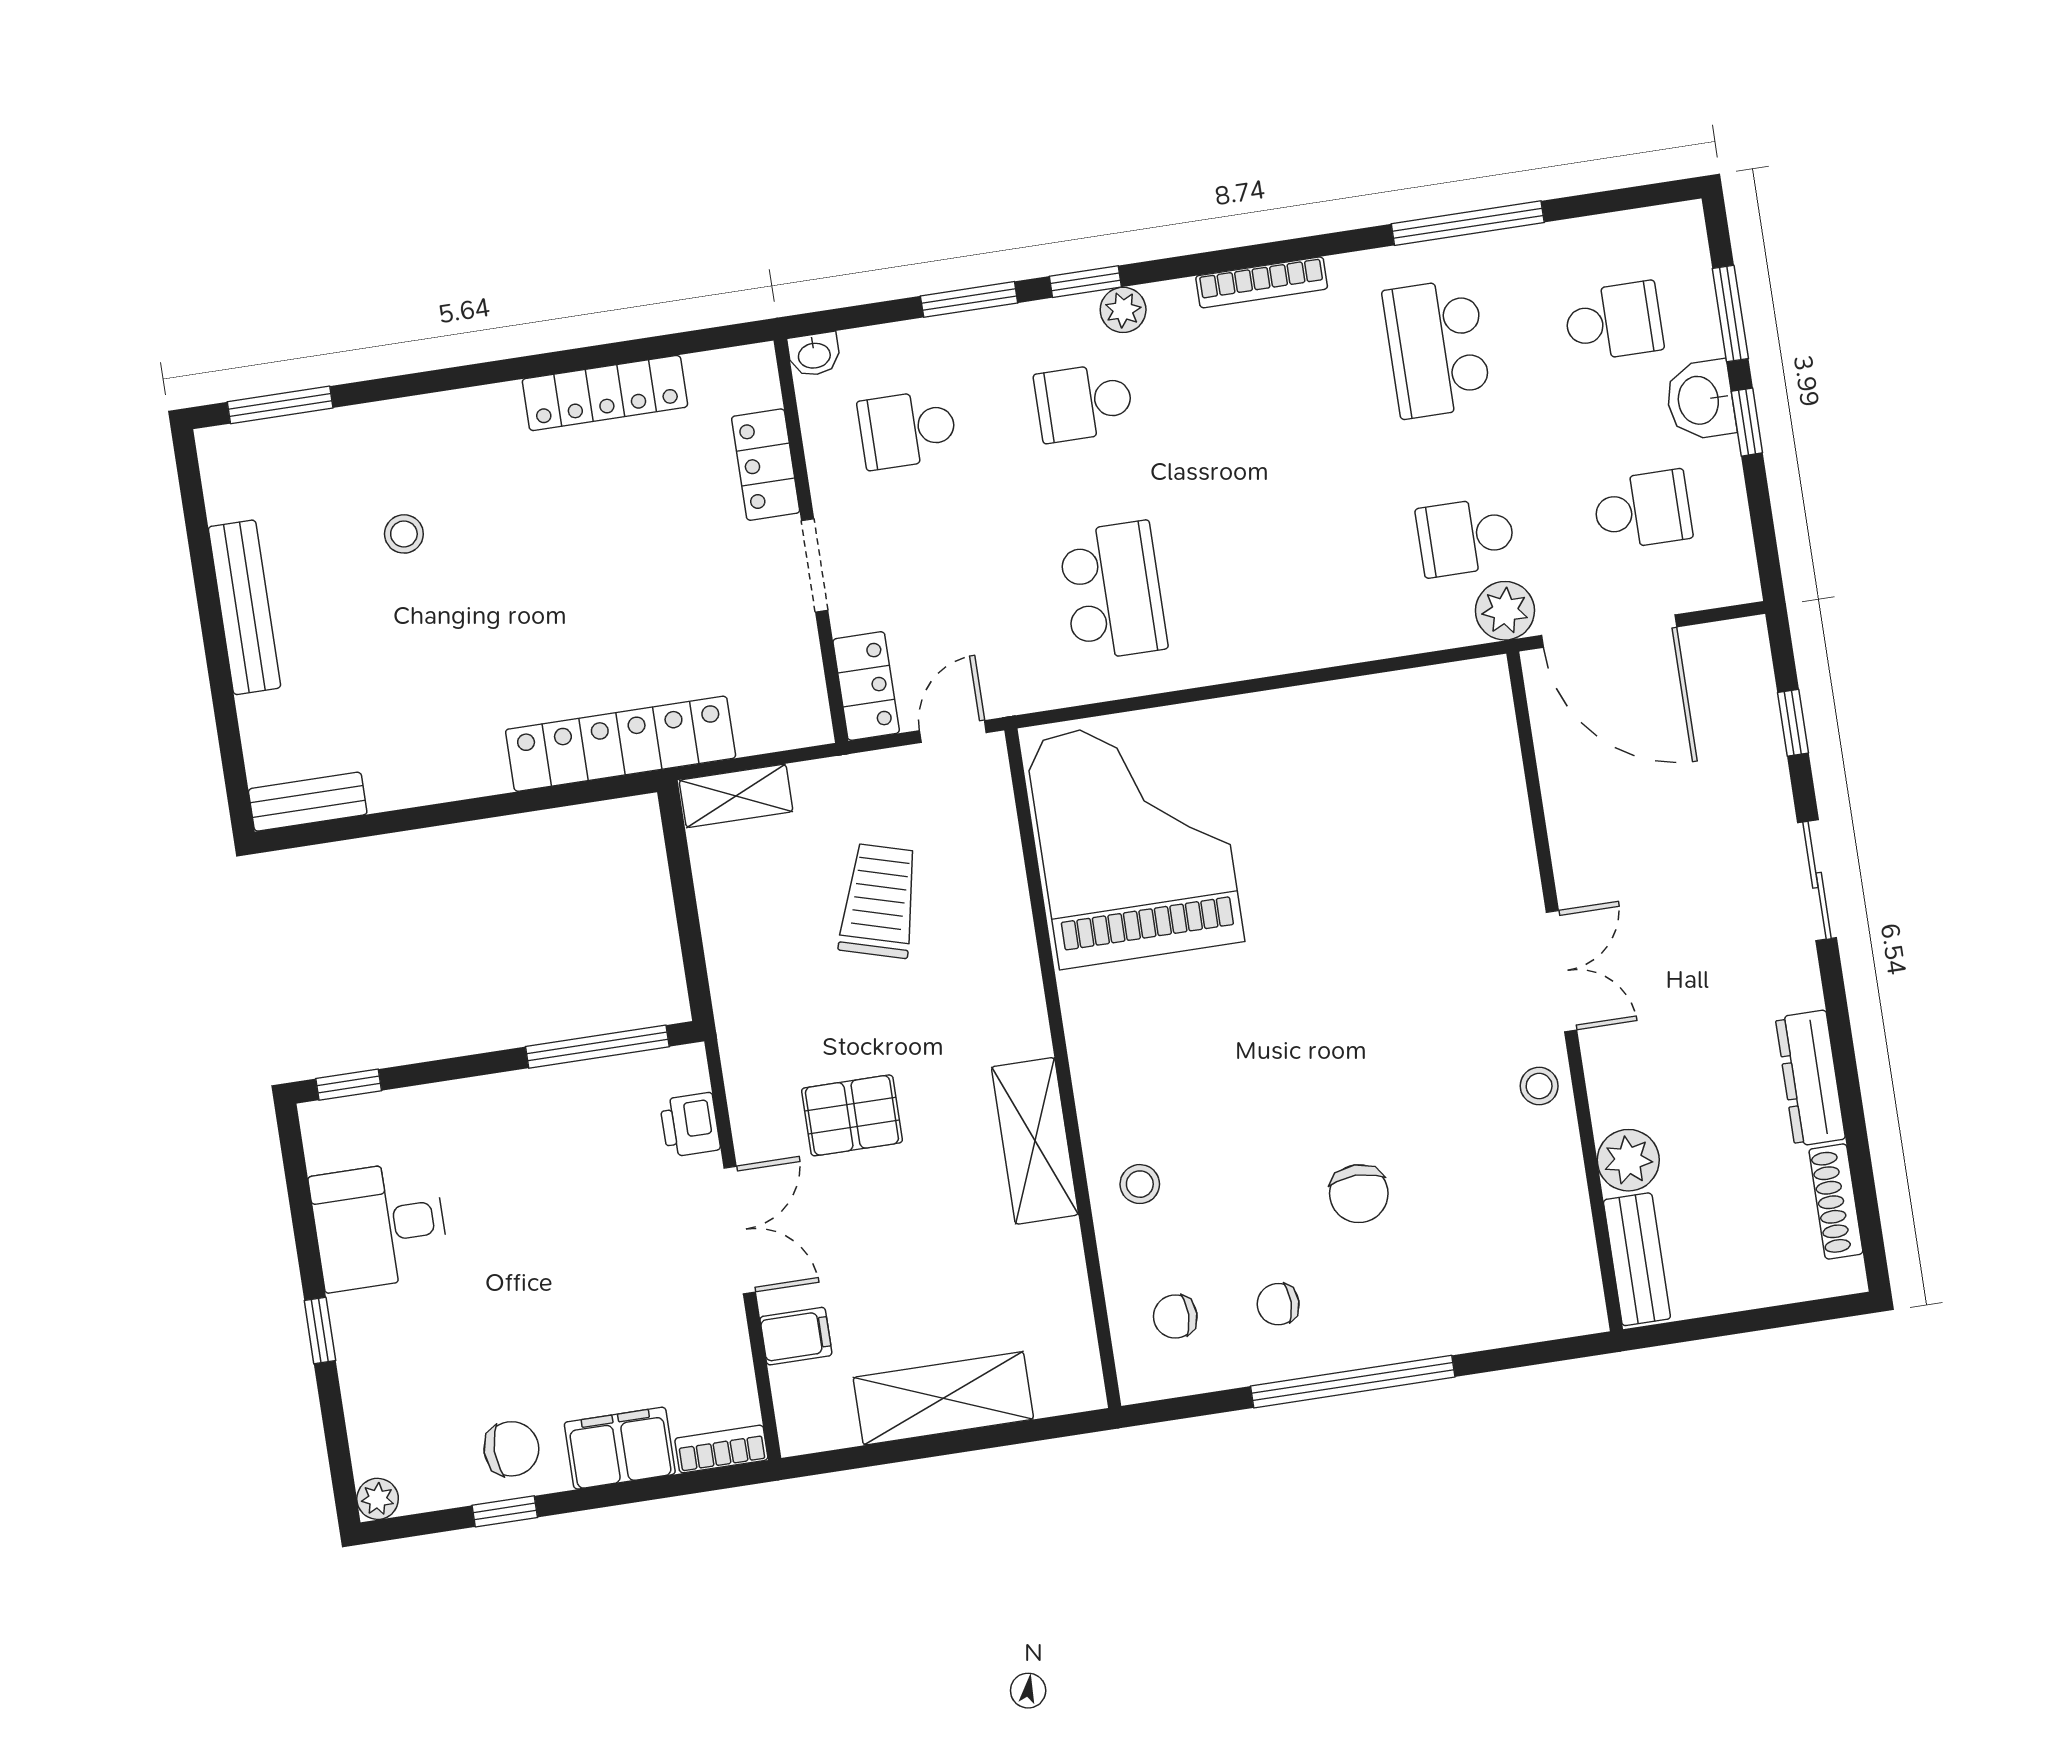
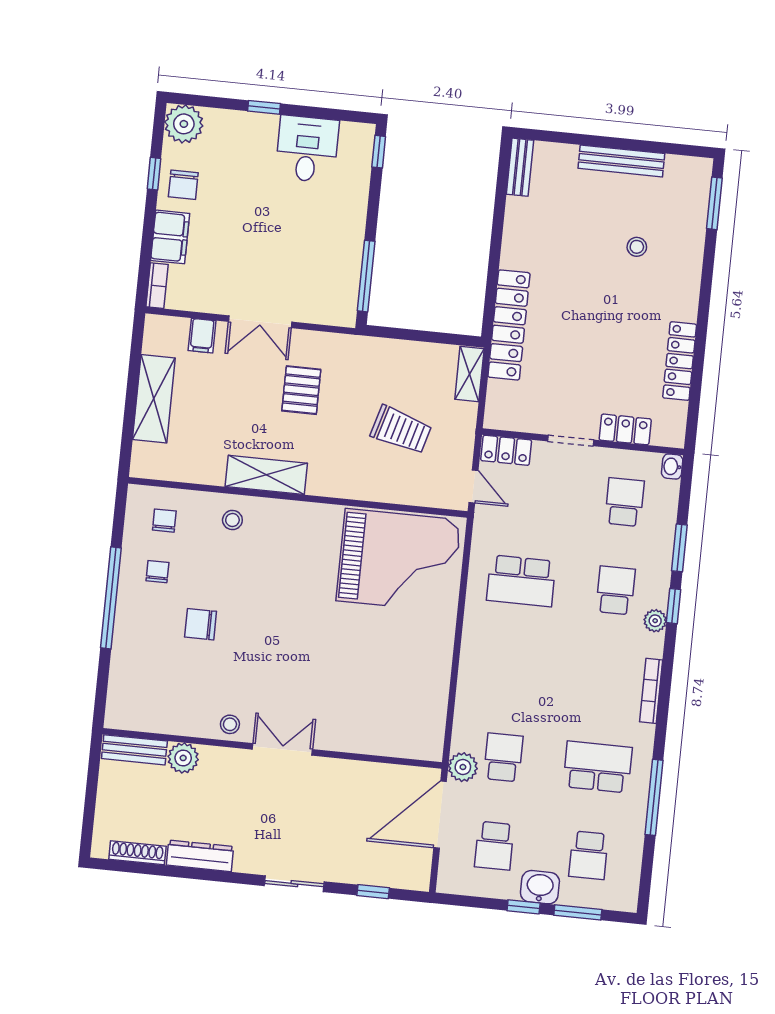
double door: (1561, 971) -> (282, 749), swing flipped
printer: (690, 1125) -> (317, 311), removed
plant: (378, 1499) -> (184, 124), width x1.88, depth x1.88

